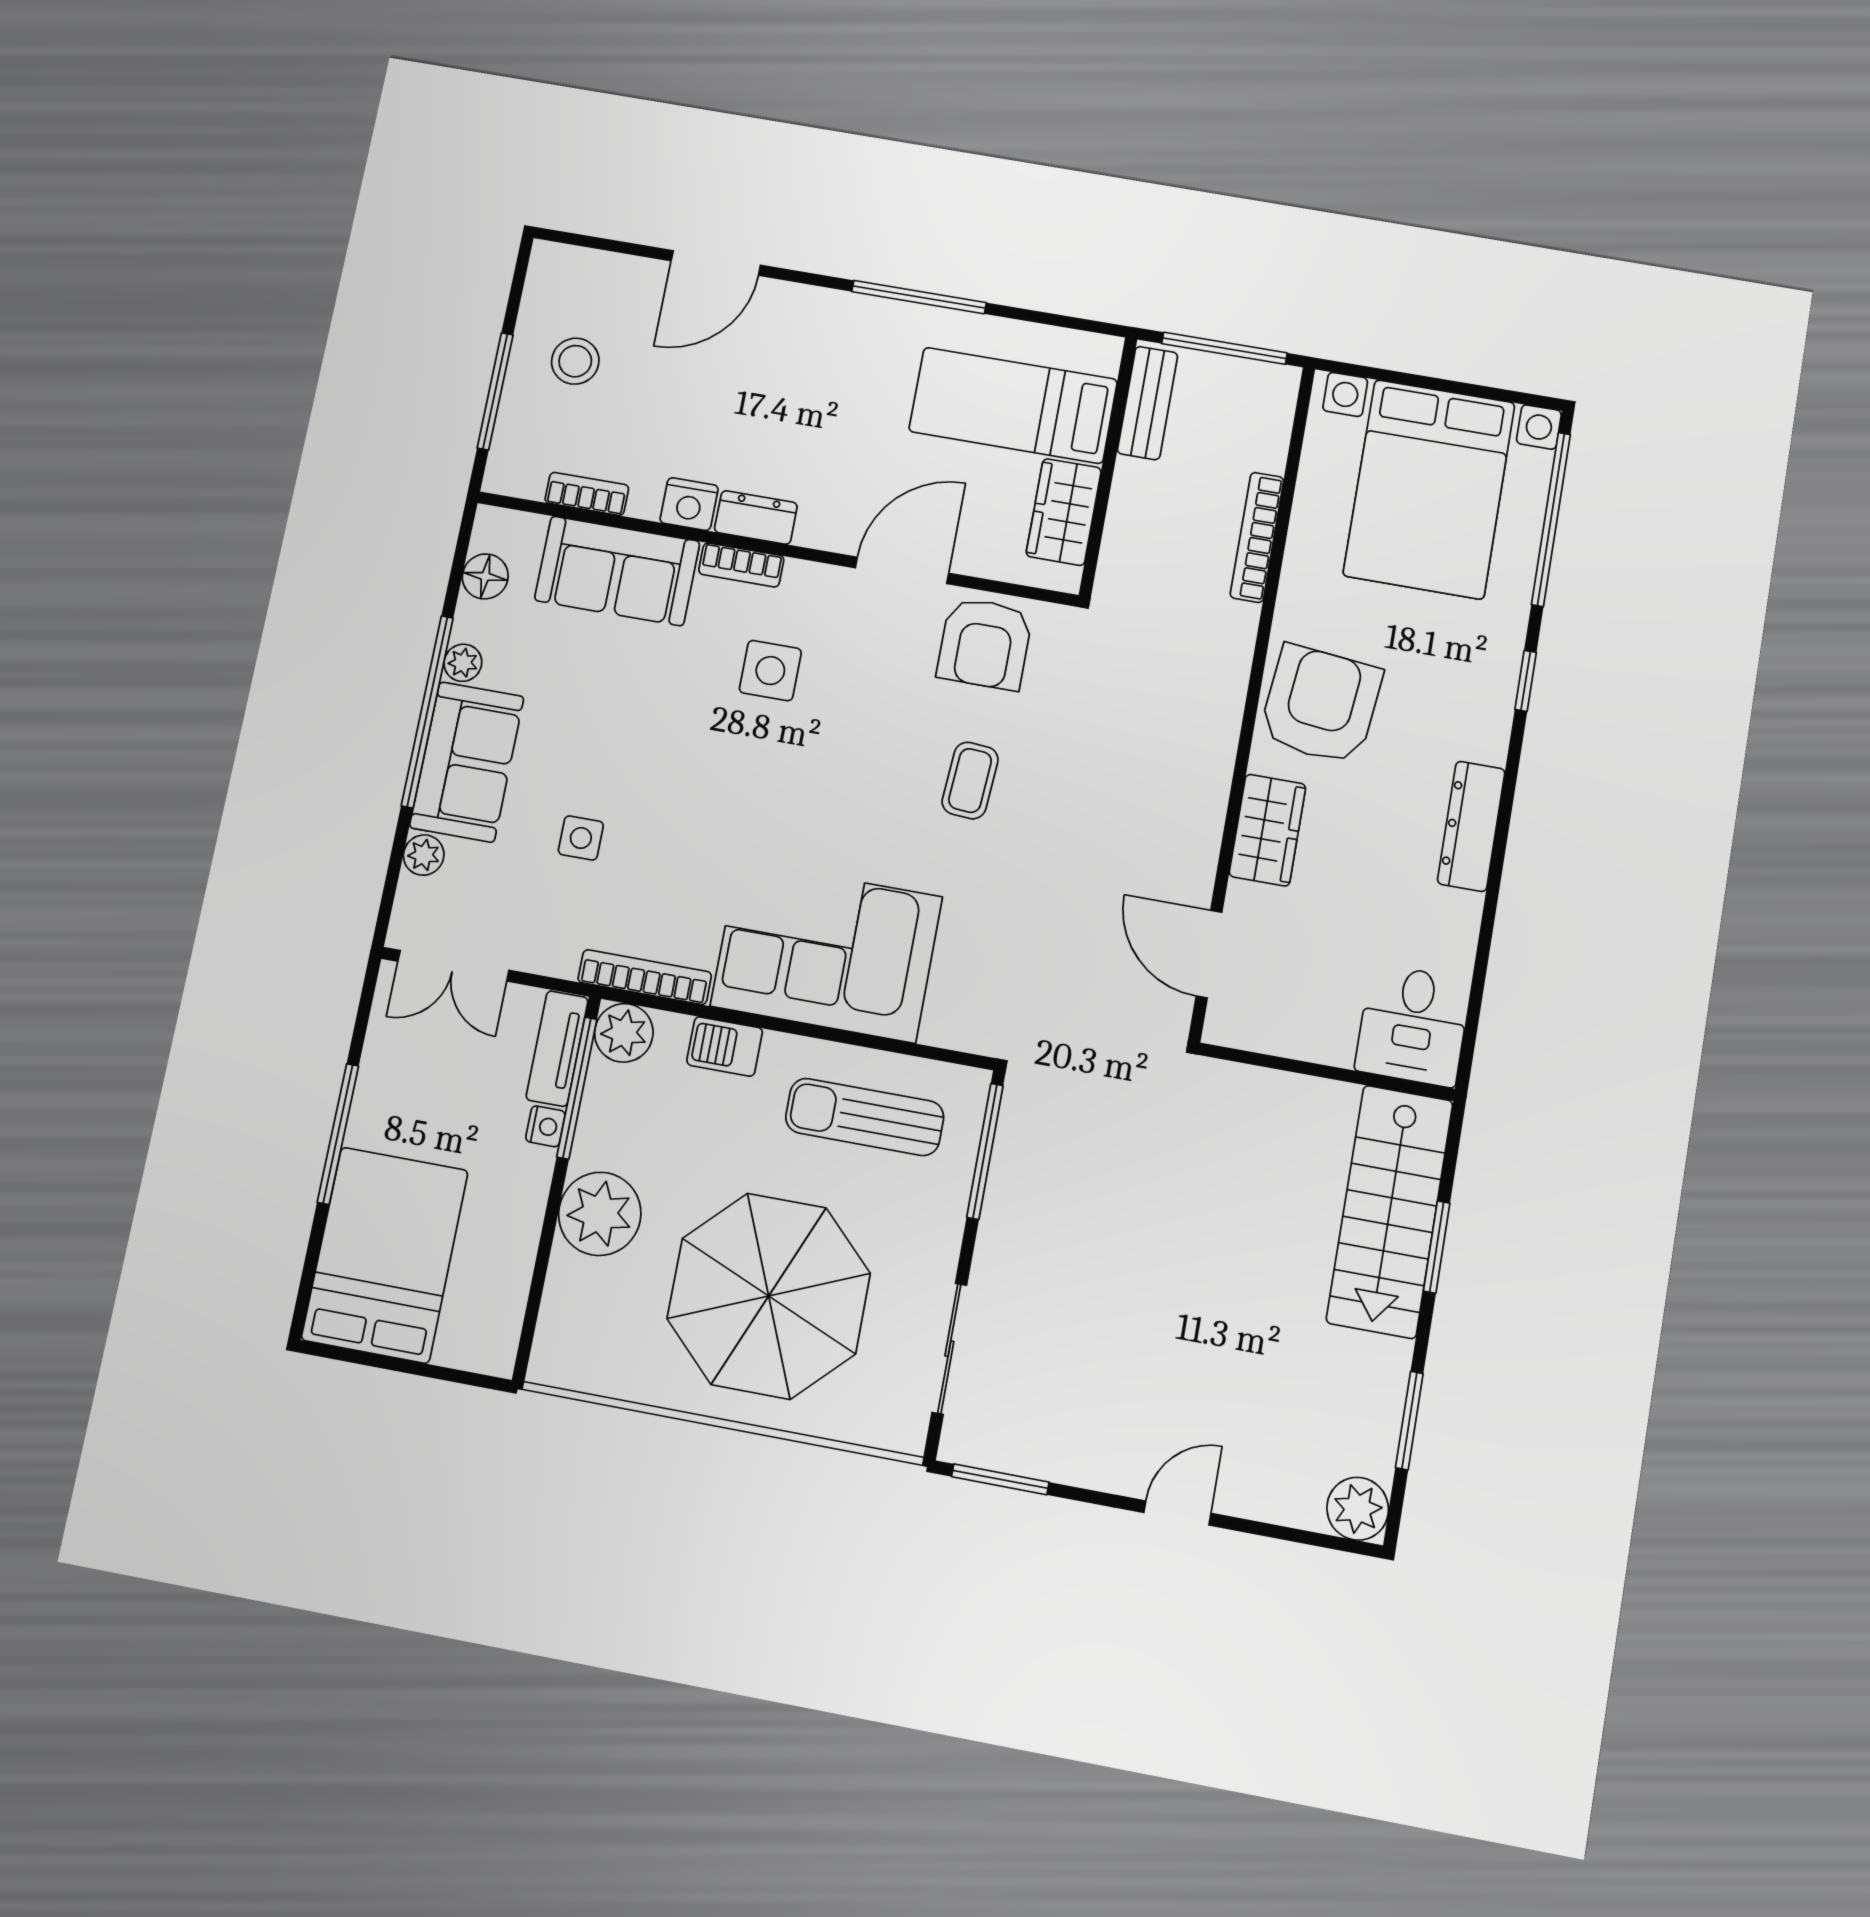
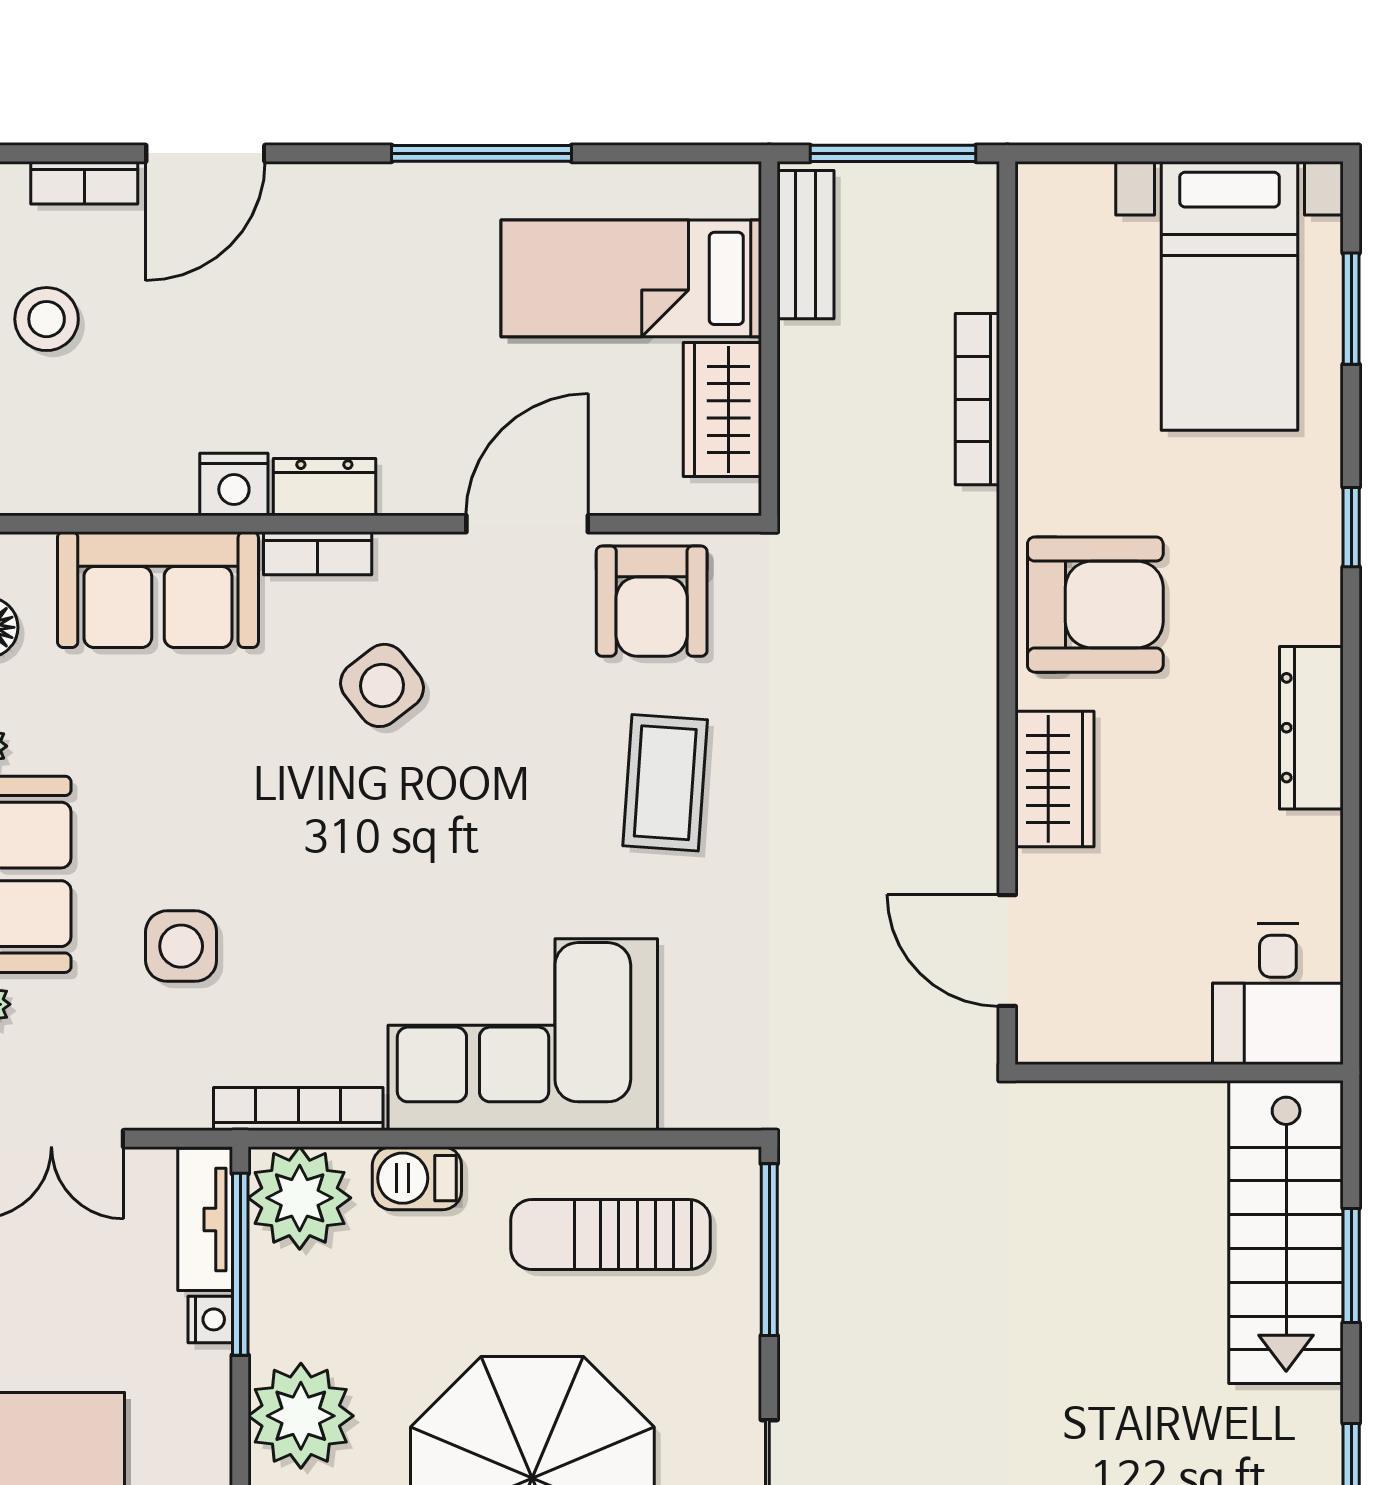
bed with nightstands: (1429, 489) -> (1230, 296), width x0.73
bookcase: (587, 494) -> (84, 183), moved, turned 180
window: (1551, 519) -> (1351, 309), width x0.47
side table: (770, 671) -> (382, 685), turned -38
armchair: (1321, 705) -> (1095, 605), turned 84
coffee table: (970, 780) -> (665, 783), width x1.36, depth x1.30
side table: (581, 838) -> (181, 946), width x1.37, depth x1.37
plant: (624, 1033) -> (300, 1198), width x1.36, depth x1.36

